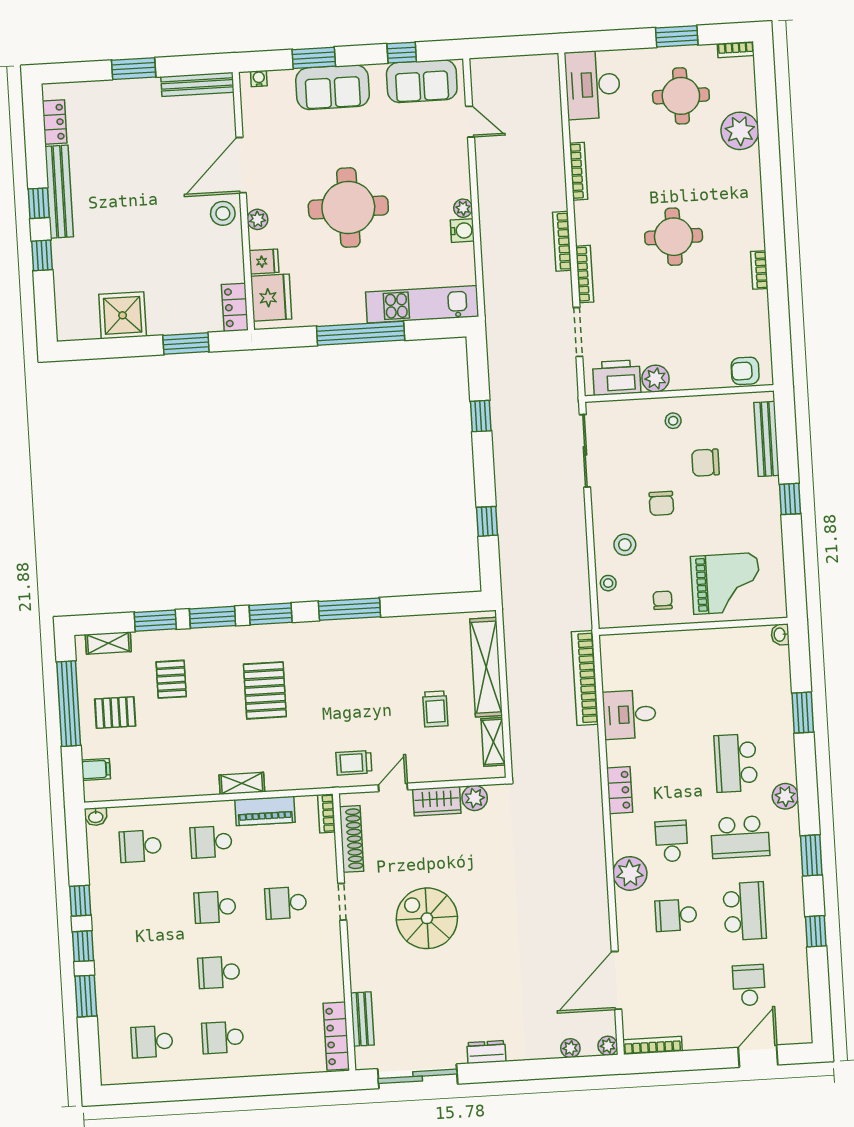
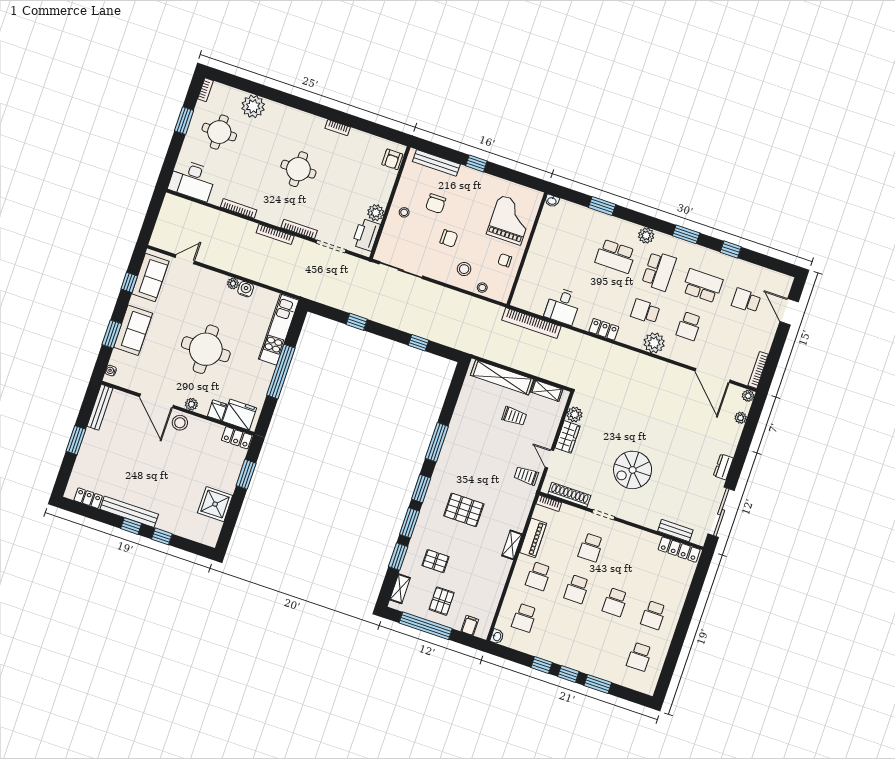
trolley: (354, 763) -> (526, 476), turned 90

